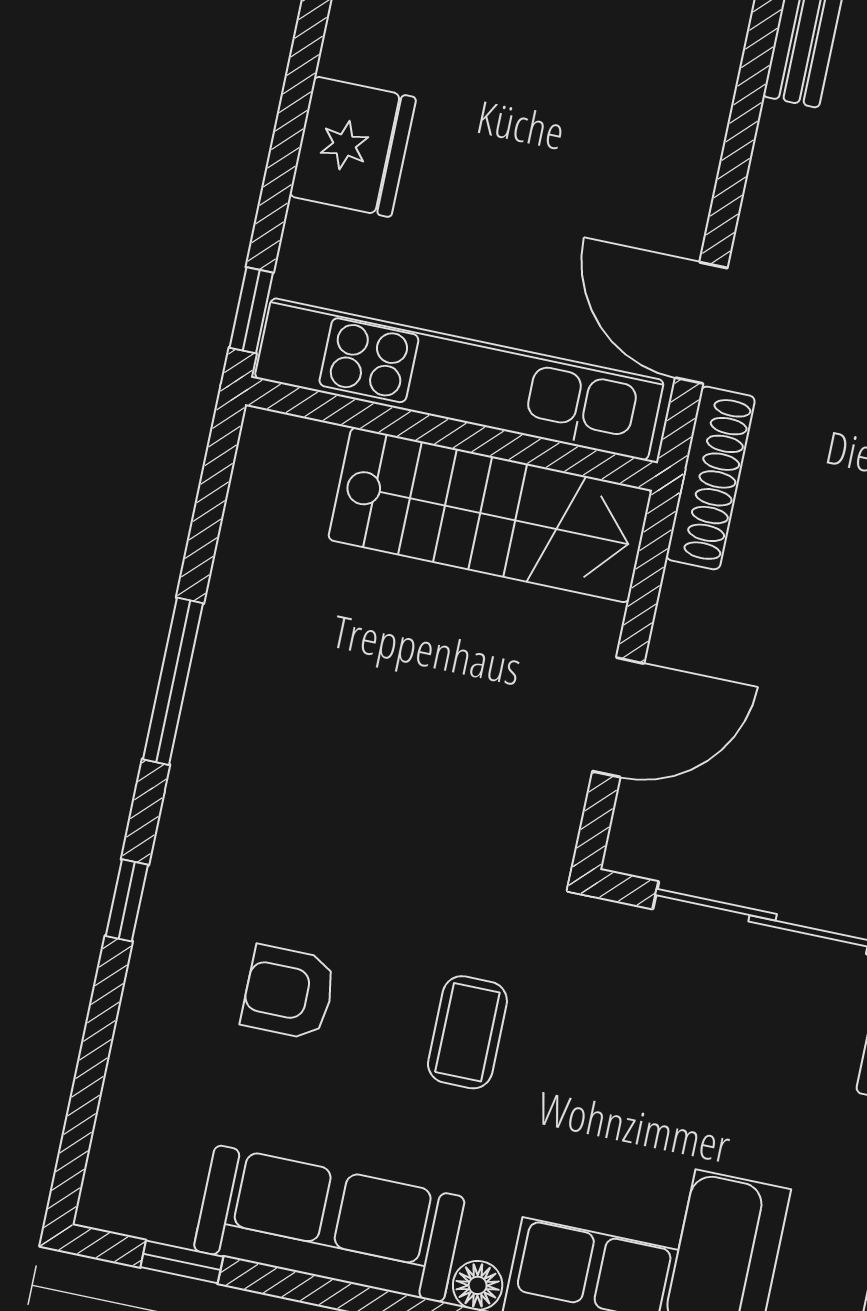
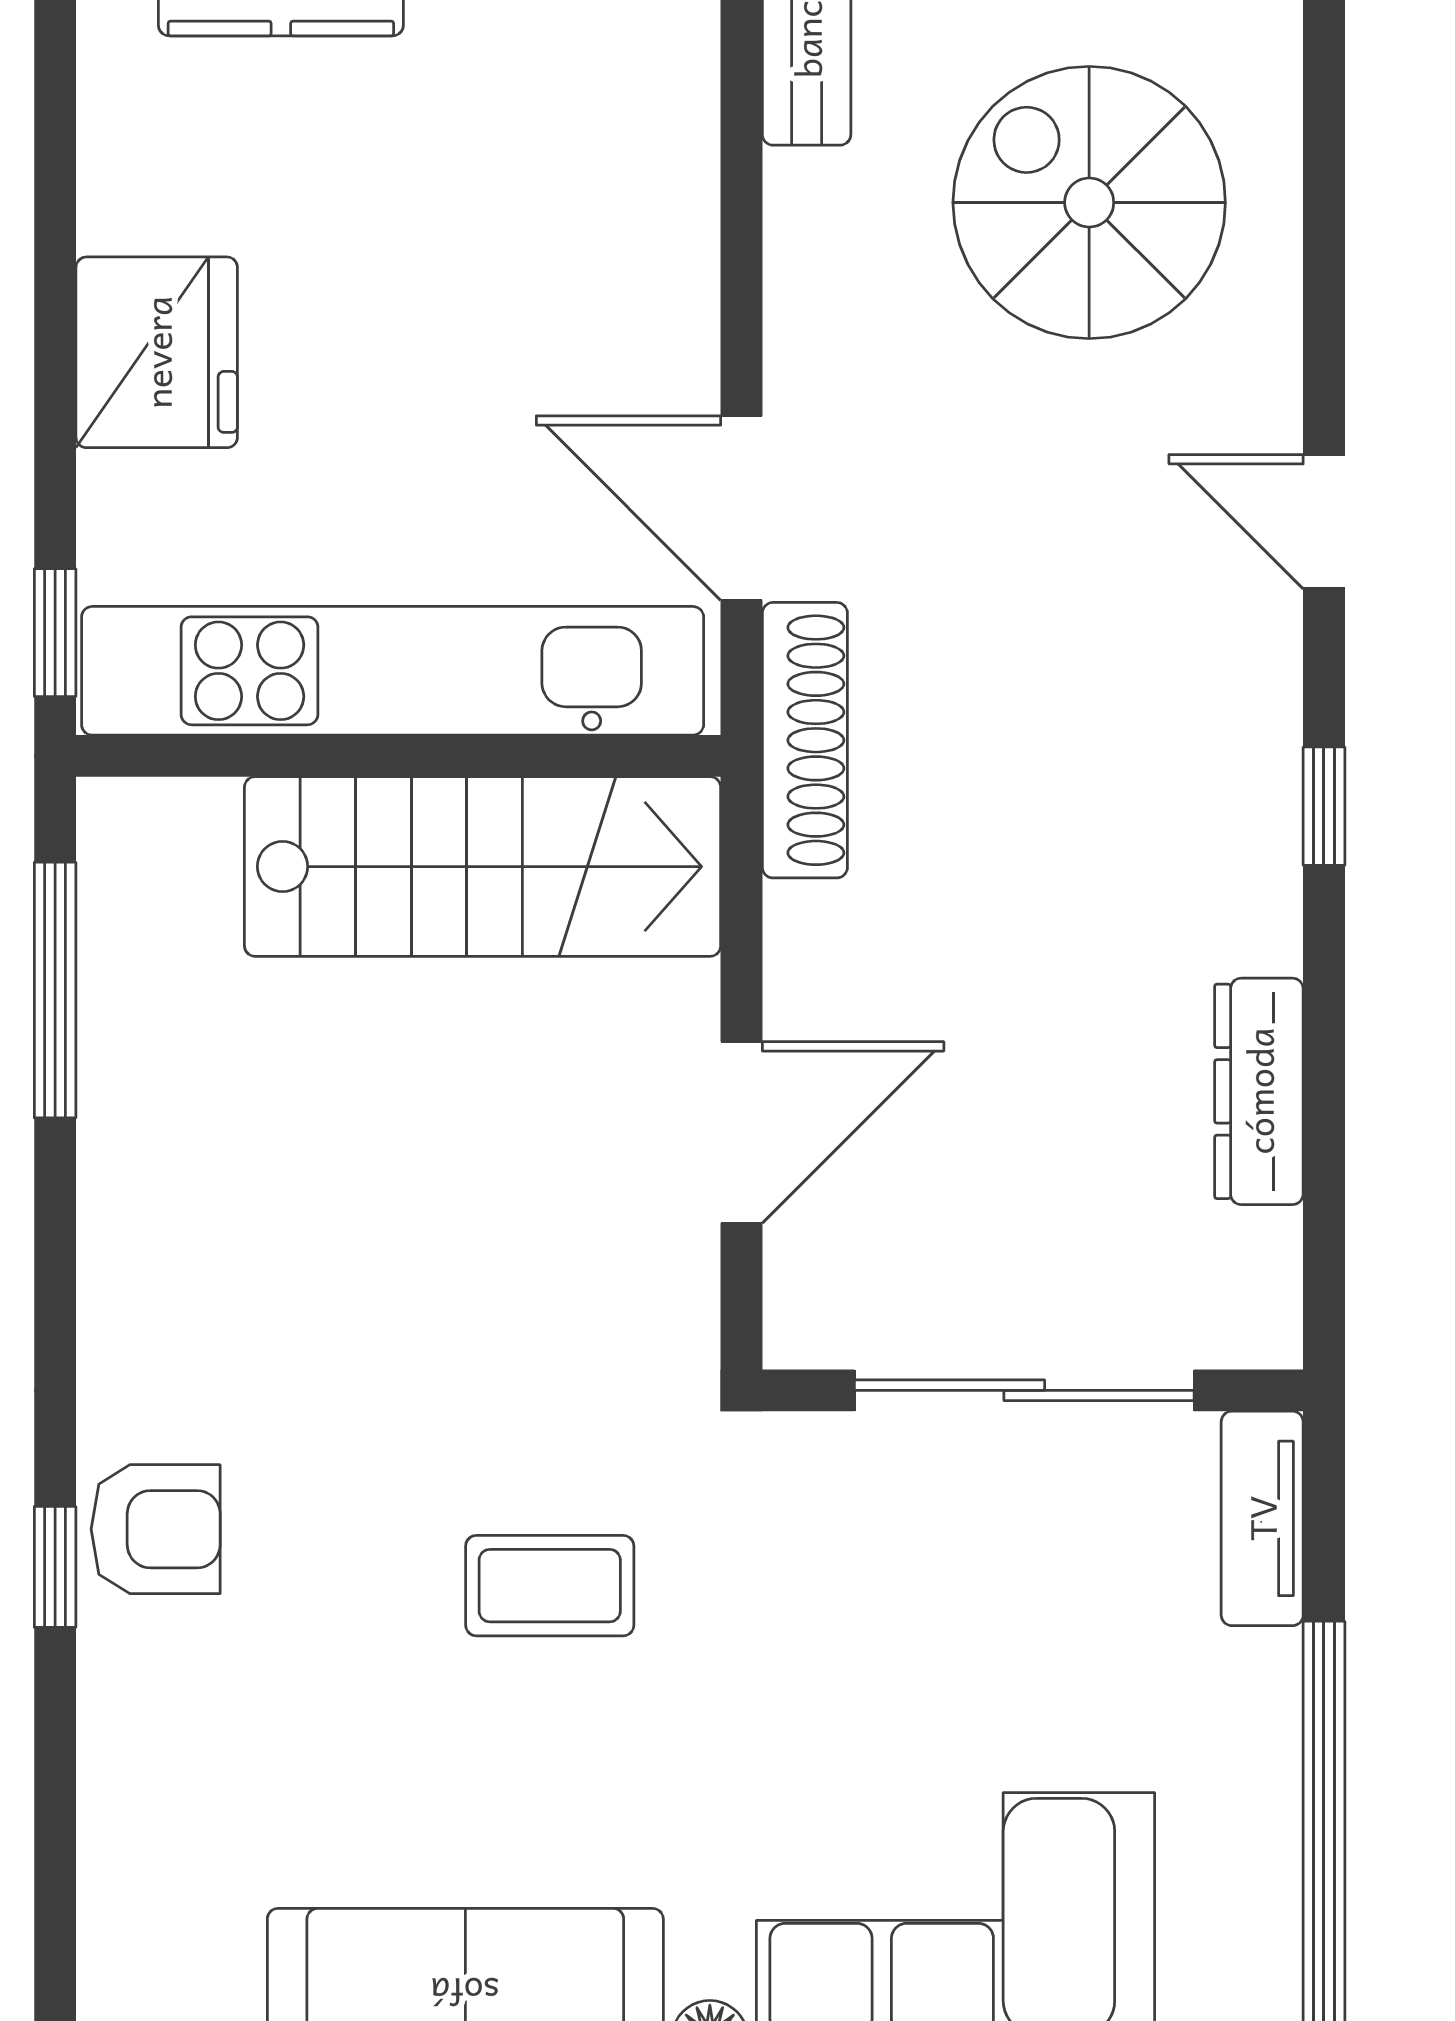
window: (173, 681) -> (55, 990), moved
armchair: (289, 992) -> (156, 1529), moved, turned 180
coffee table: (467, 1032) -> (550, 1586), moved, turned 90

